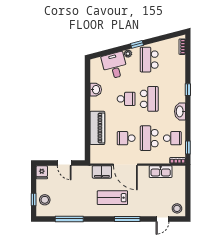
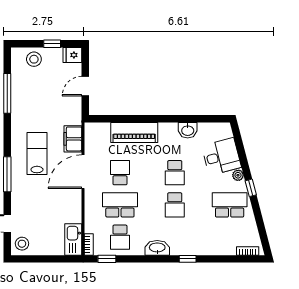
school desk: (149, 99) -> (175, 205), width x0.54
kitchen sink: (161, 172) -> (73, 239), moved
window: (34, 199) -> (52, 44), moved

